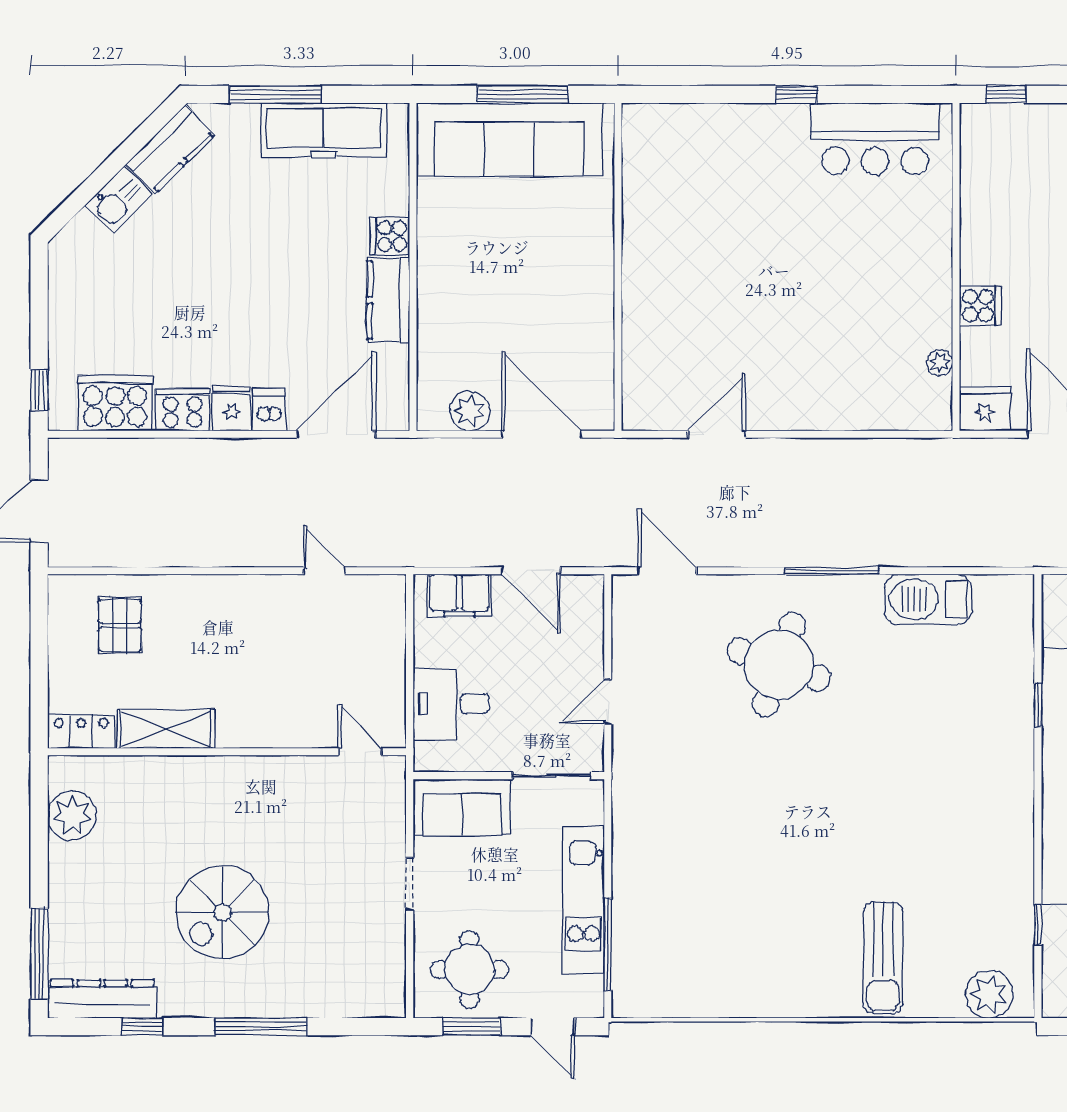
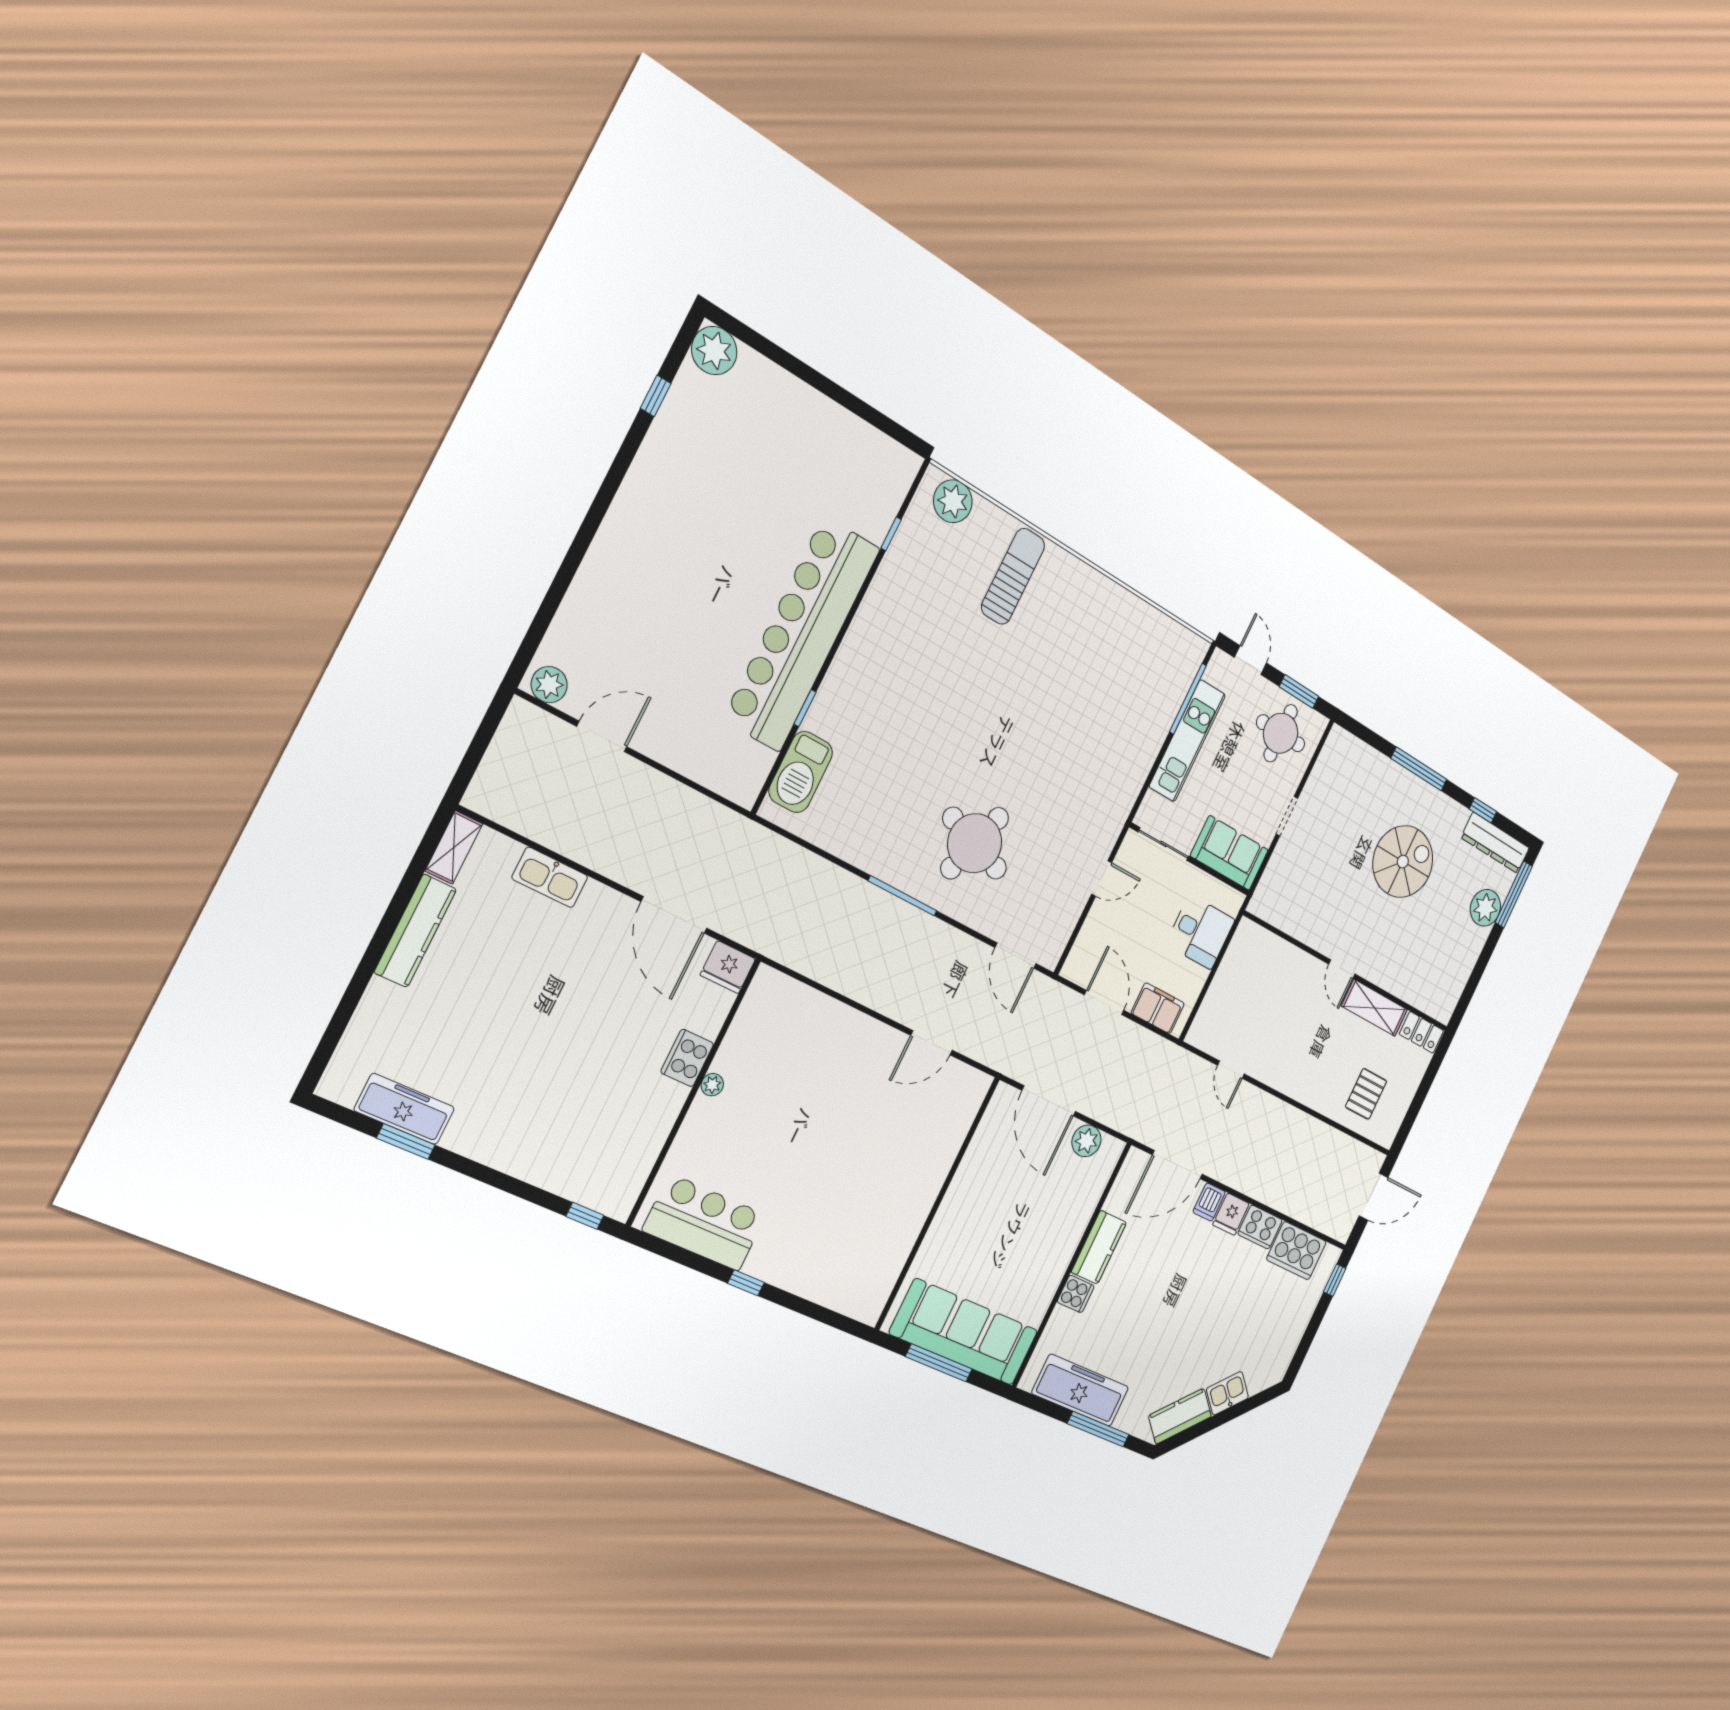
cooker: (980, 306) -> (687, 1058), width x1.36
plant: (940, 363) -> (712, 1085), moved
barbecue: (928, 599) -> (801, 772), moved, turned 90
door: (360, 752) -> (1342, 969), moved
plant: (72, 815) -> (1485, 908), moved

